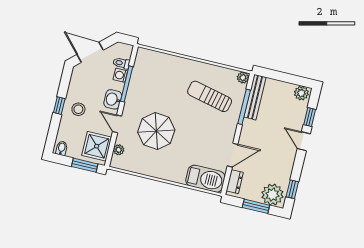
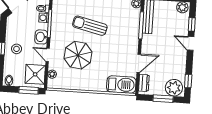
sun lounger: (210, 96) -> (90, 26), moved

